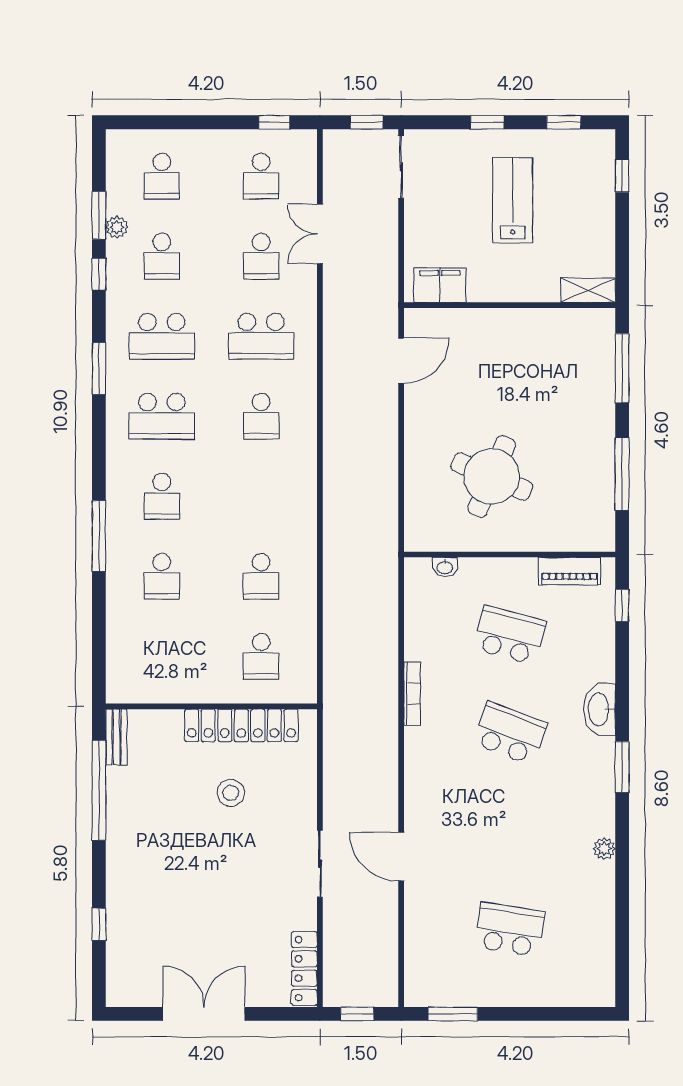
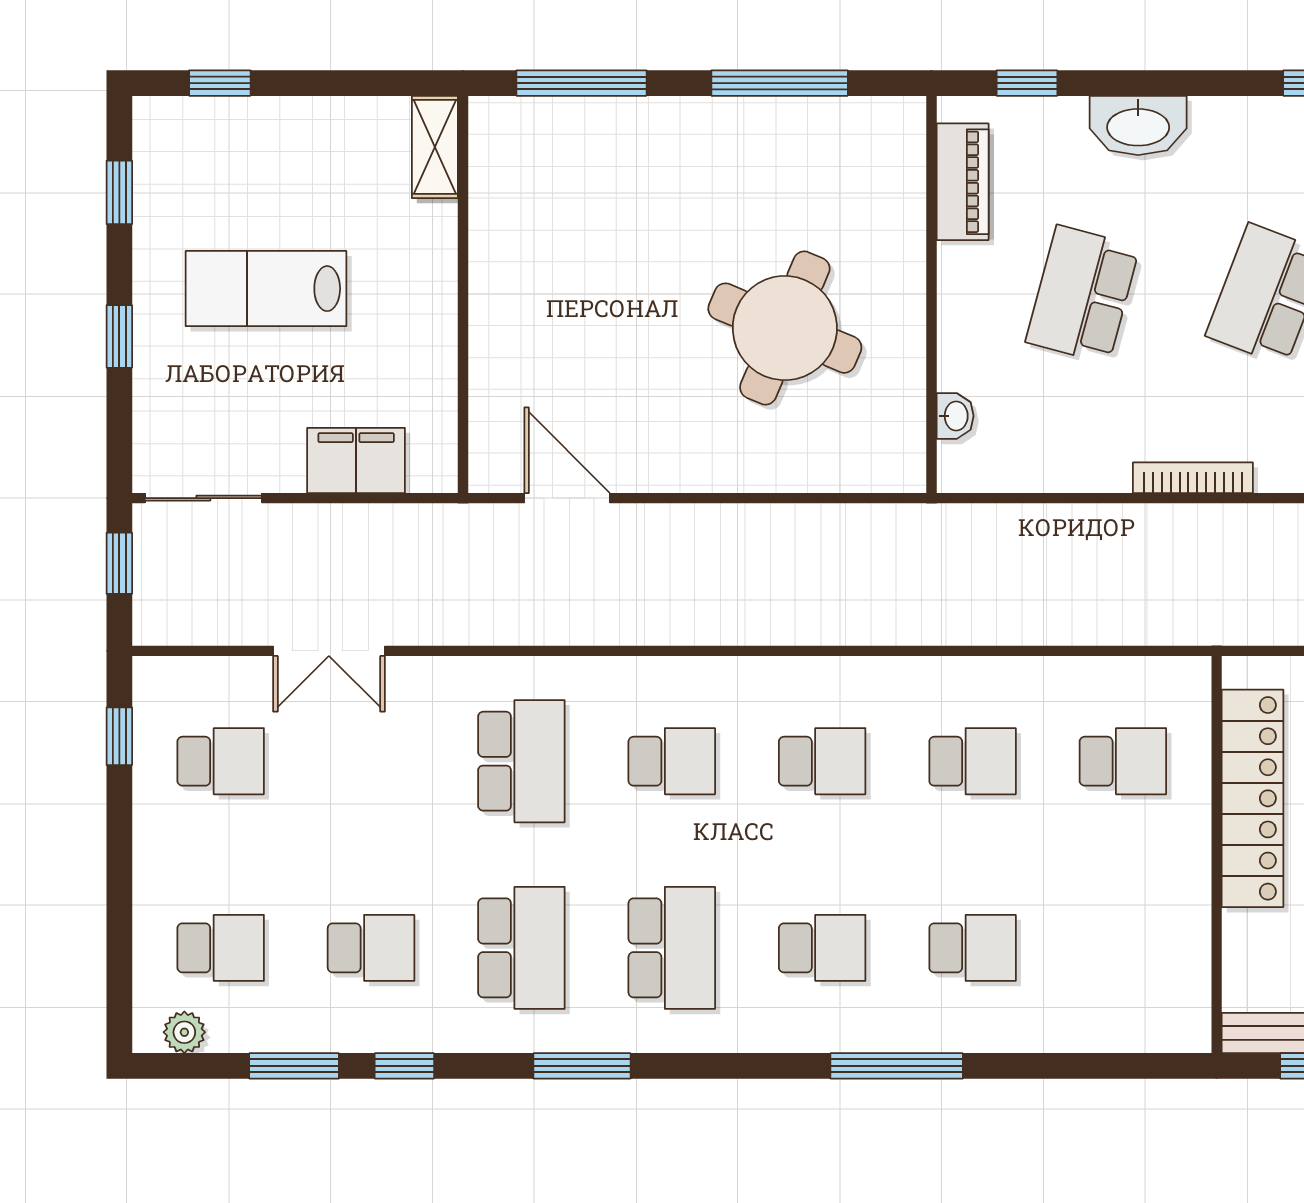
plant: (117, 227) -> (184, 1032), moved
school desk: (261, 256) -> (822, 761), moved
filing cabinet: (440, 285) -> (356, 460), moved, turned 90
washbasin: (599, 709) -> (1138, 126), moved

